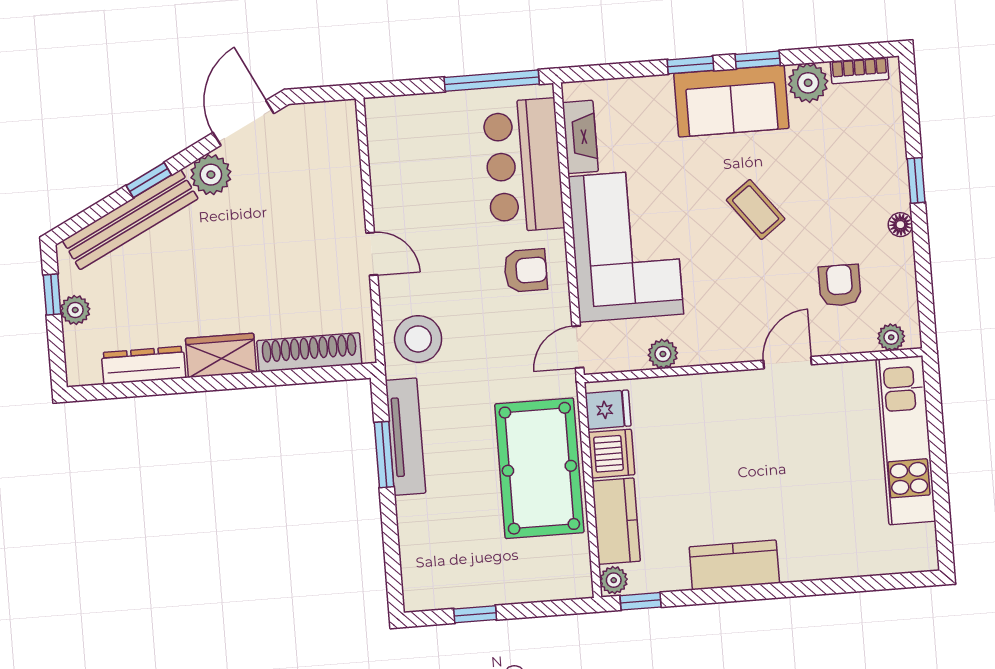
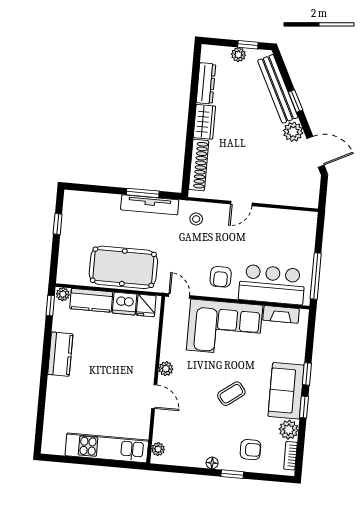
armchair: (840, 285) -> (250, 450), moved
stool: (418, 339) -> (196, 219), width x0.53, depth x0.53
plant: (663, 354) -> (166, 369), moved

